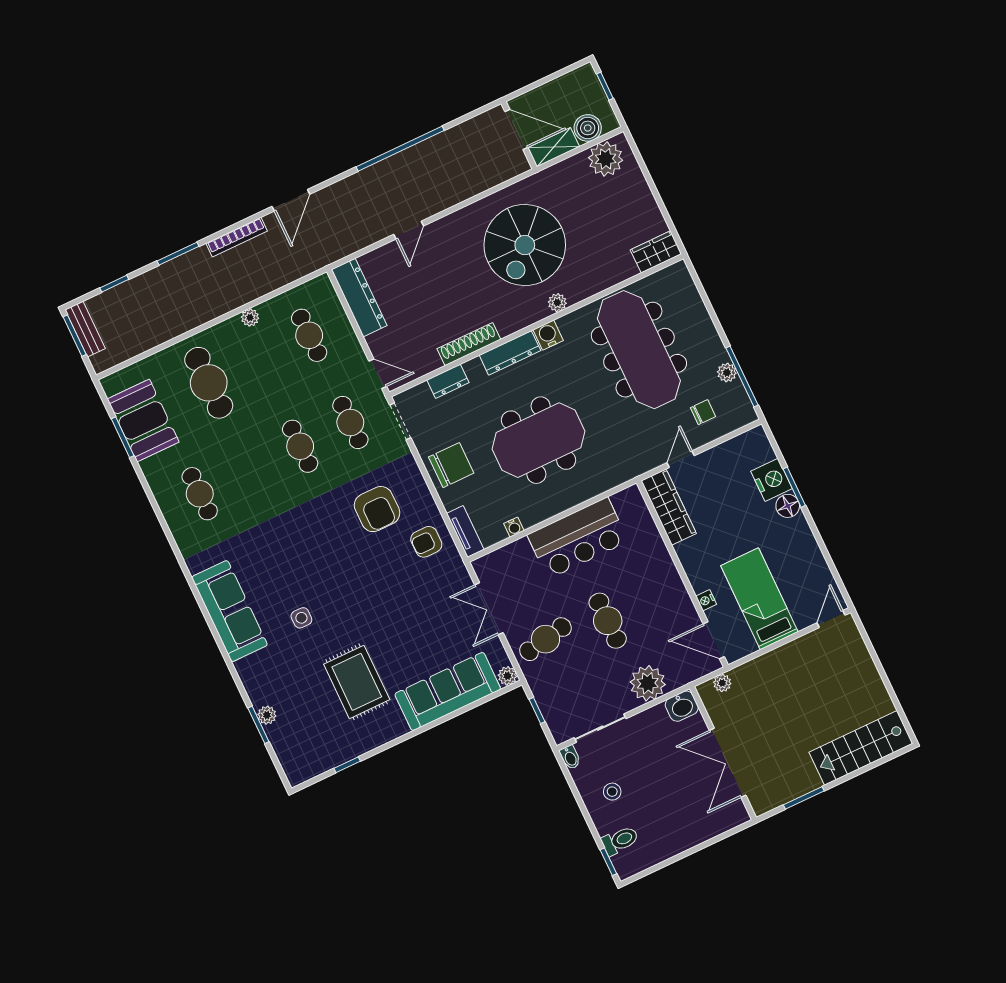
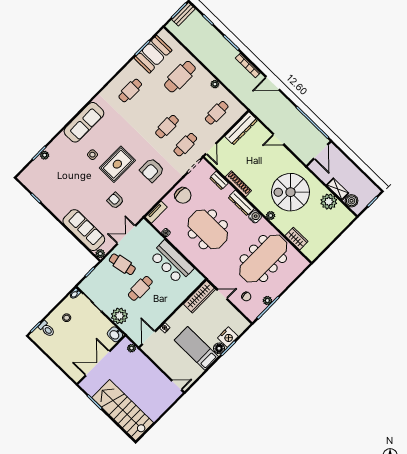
door: (516, 130) -> (321, 152), moved
wall: (519, 135) -> (319, 154), moved
plant: (606, 159) -> (329, 202), moved
wardrobe: (656, 252) -> (296, 239), moved
armchair: (426, 542) -> (115, 201), moved
bed: (759, 599) -> (196, 348), moved, turned -90
rug: (357, 682) -> (117, 164), moved
stairs: (861, 748) -> (123, 410), width x1.36, depth x1.51

